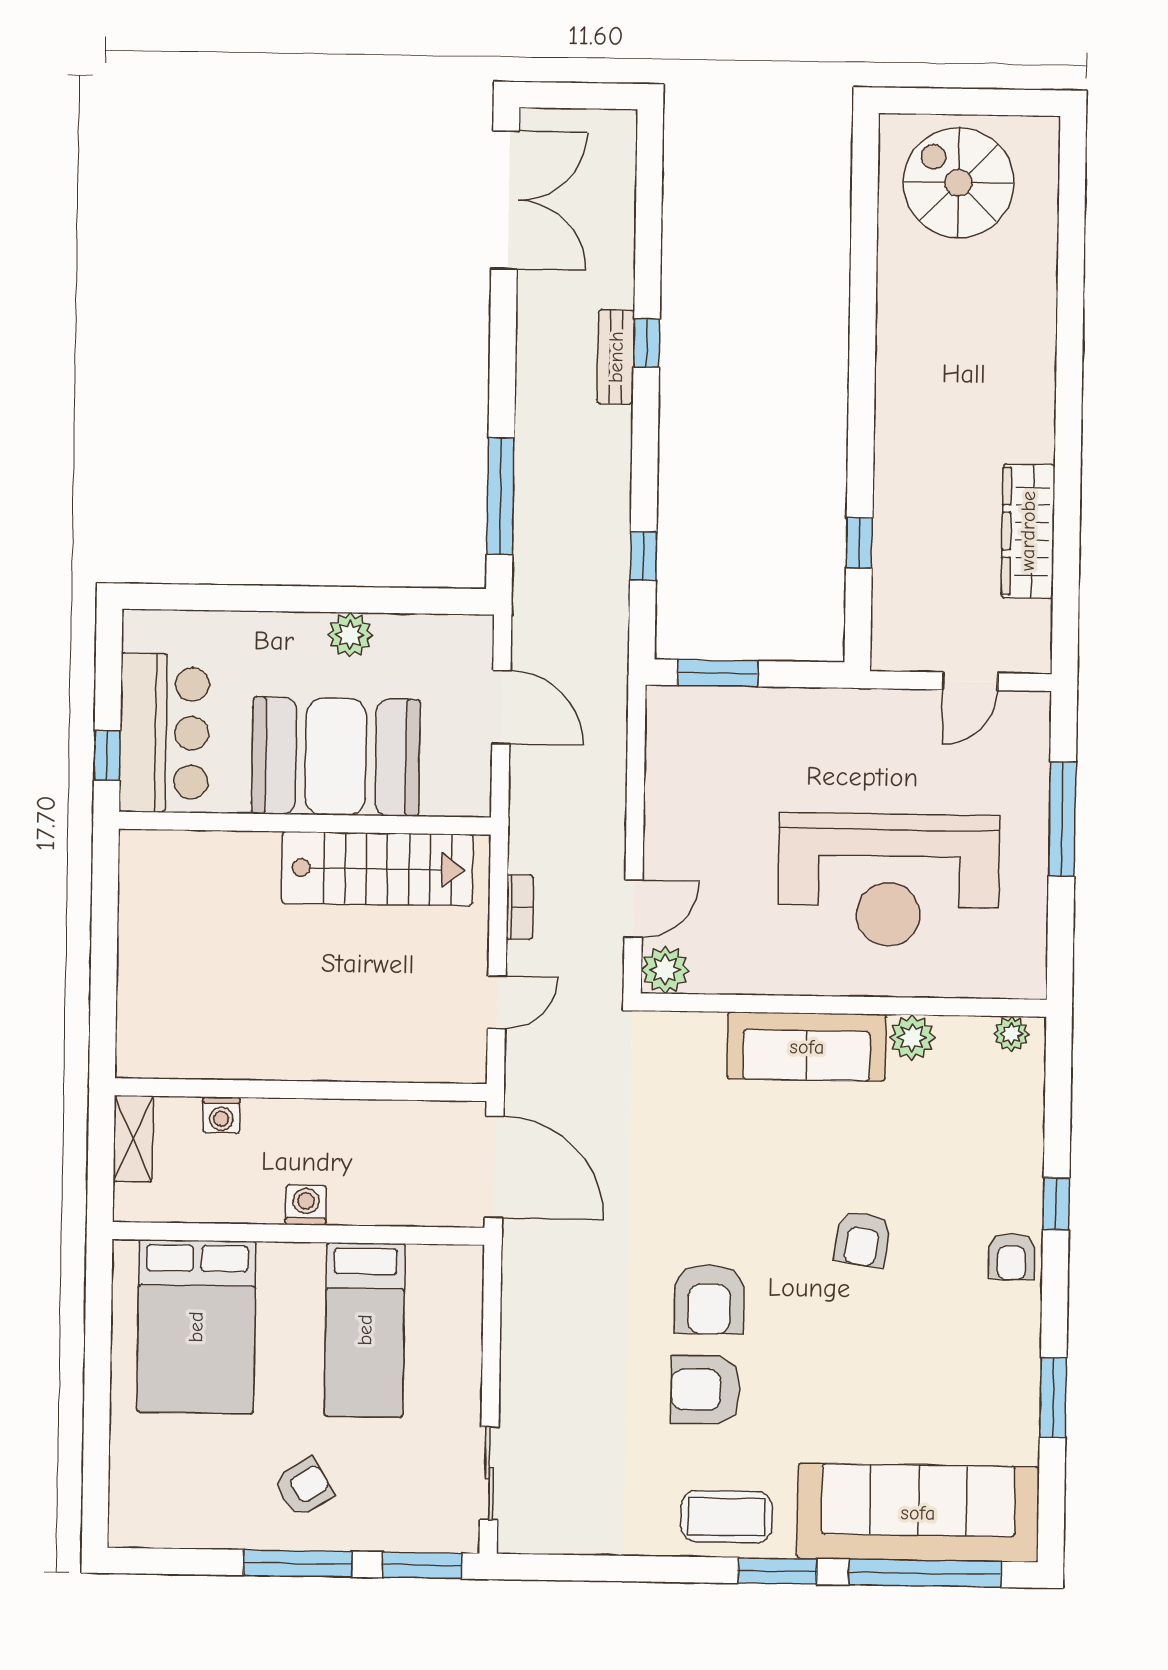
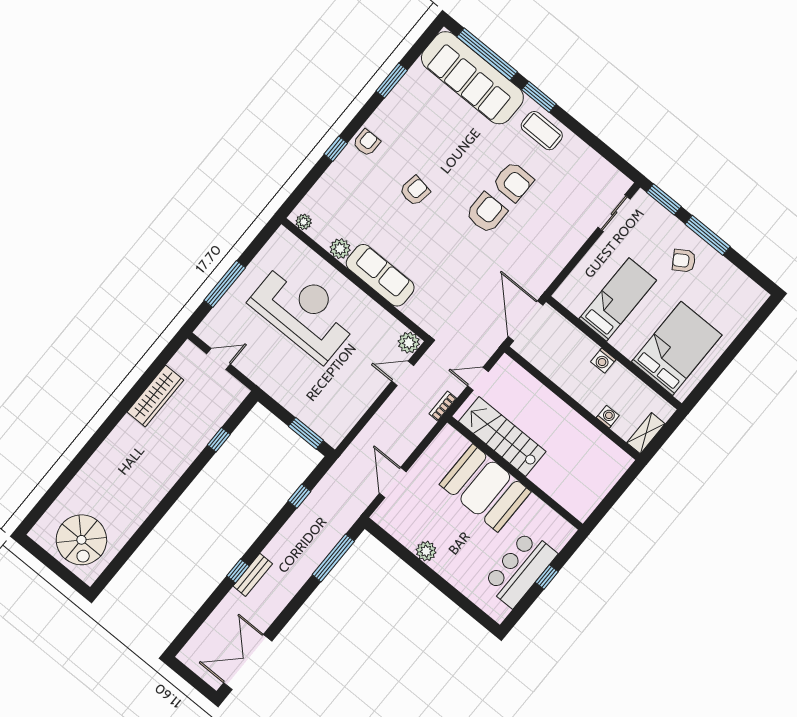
booth: (336, 757) -> (485, 488), moved
wall: (305, 823) -> (515, 473), moved
stairs: (377, 869) -> (502, 436), moved

